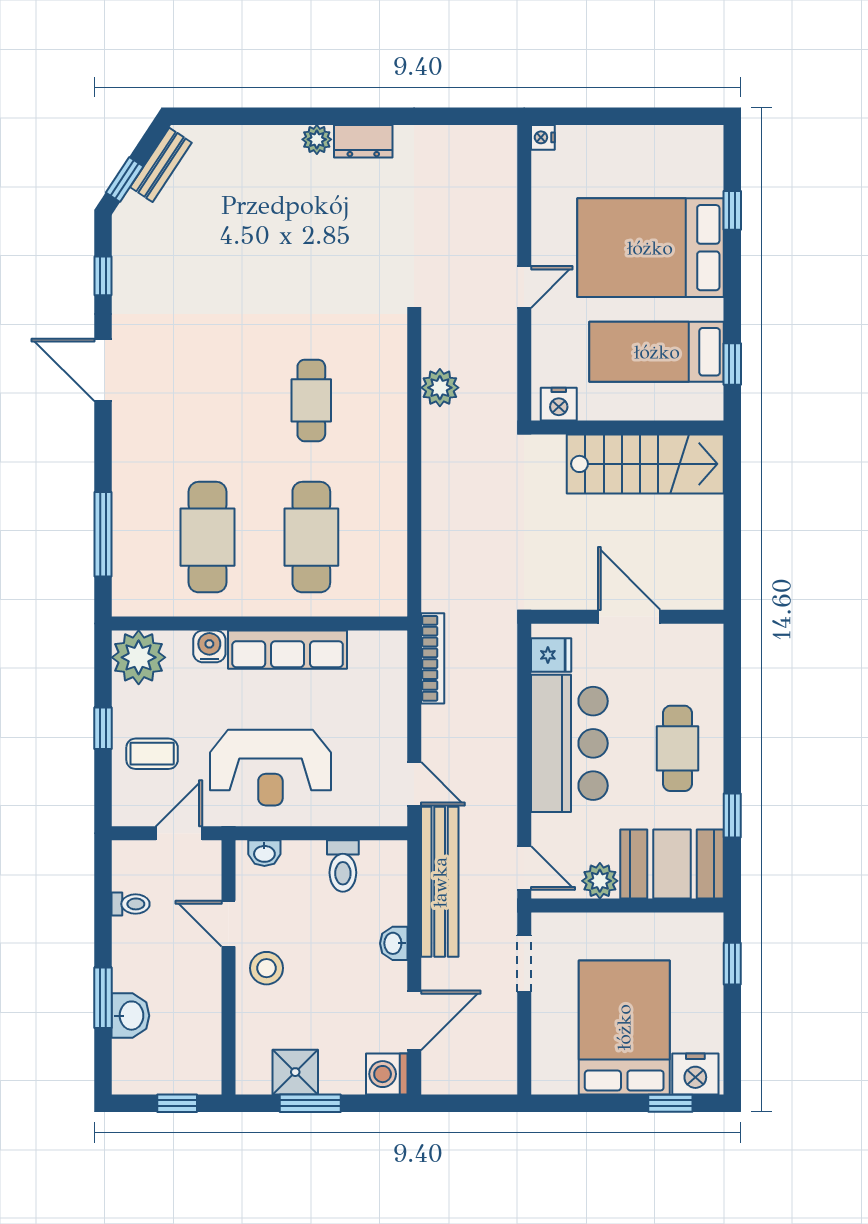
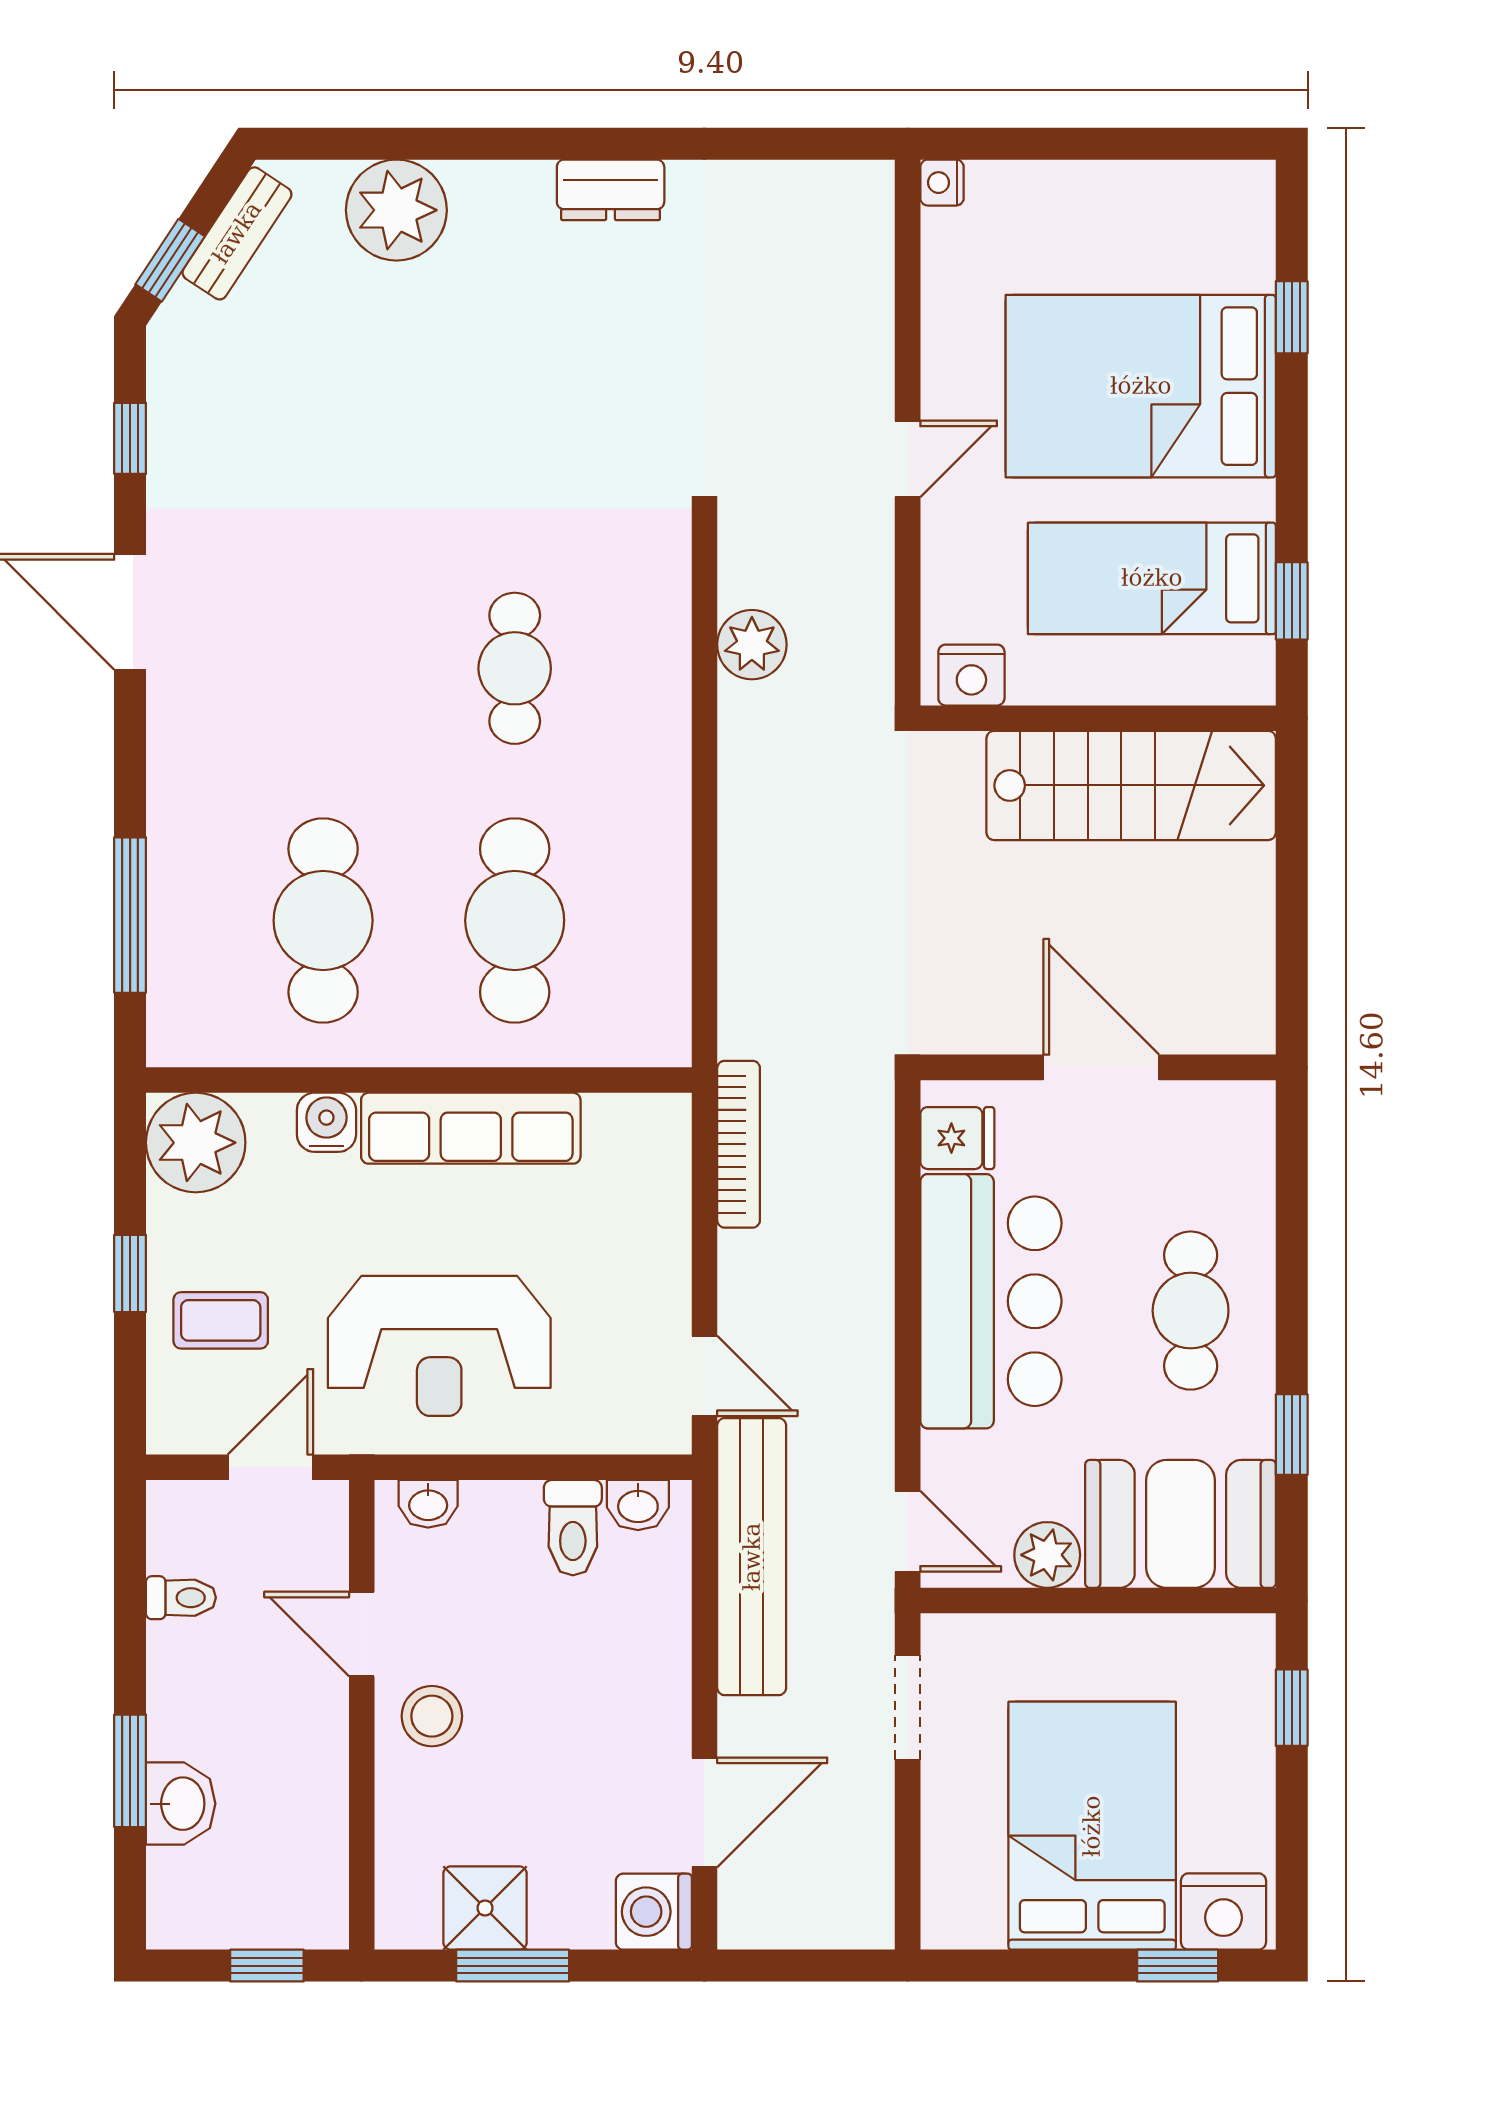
plant: (317, 139) -> (396, 210), moved, width x1.87, depth x1.87
washbasin: (394, 943) -> (638, 1505), moved, turned -90

